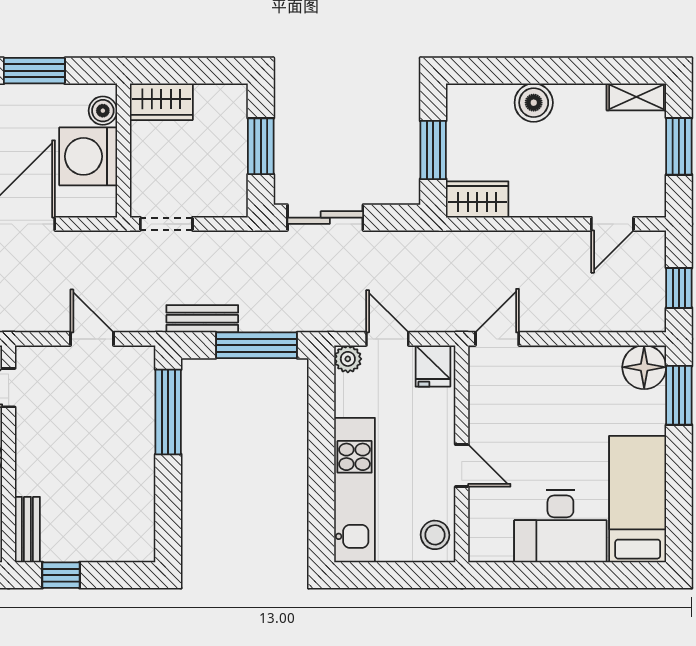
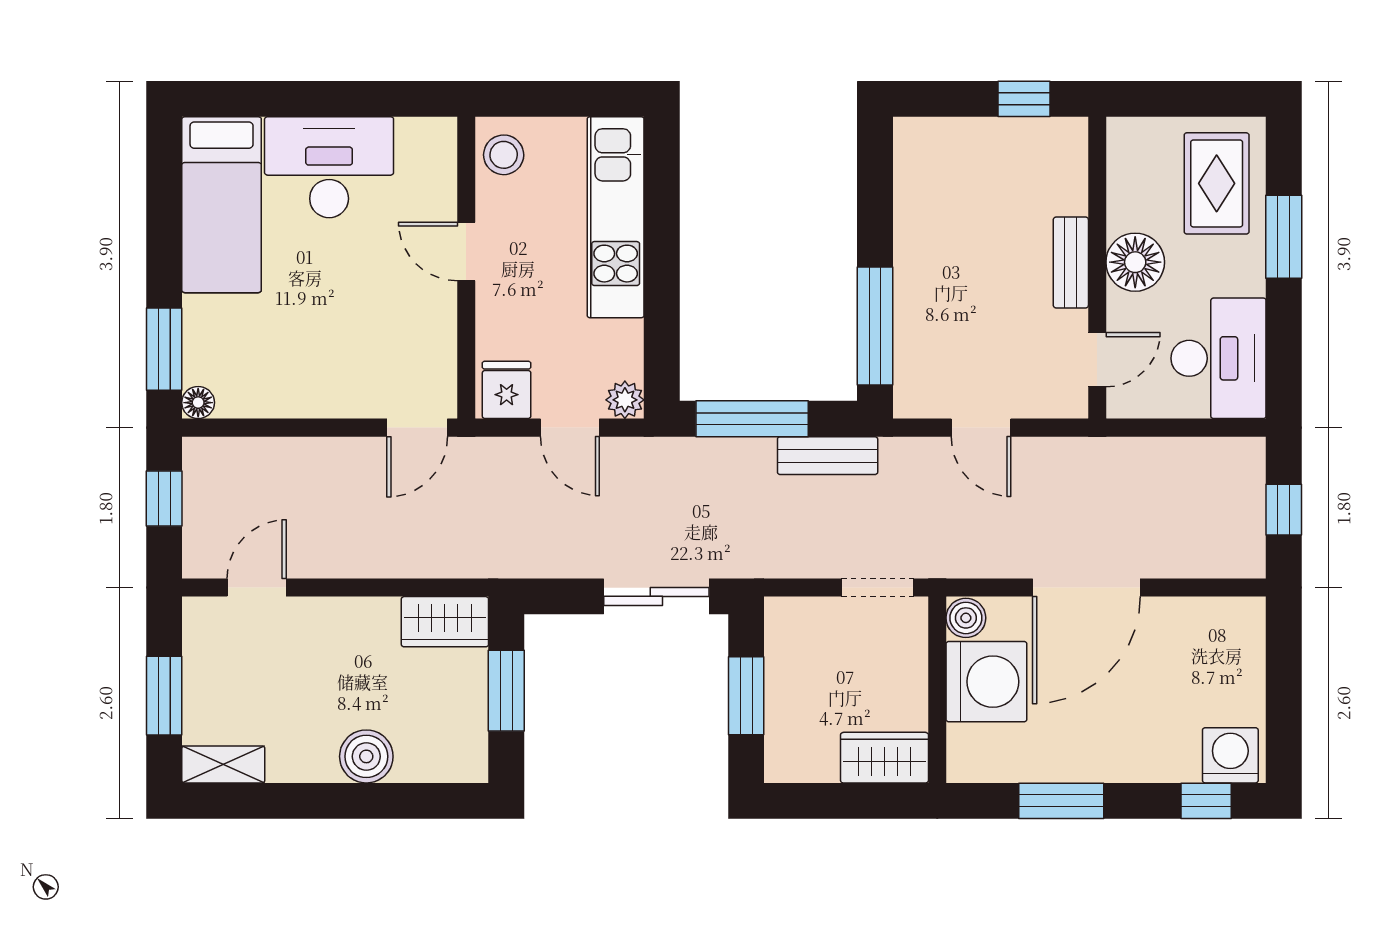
boiler: (103, 111) -> (966, 618), moved
floor lamp: (644, 367) -> (198, 403), width x0.53, depth x0.53
bench: (27, 530) -> (1071, 262), moved

